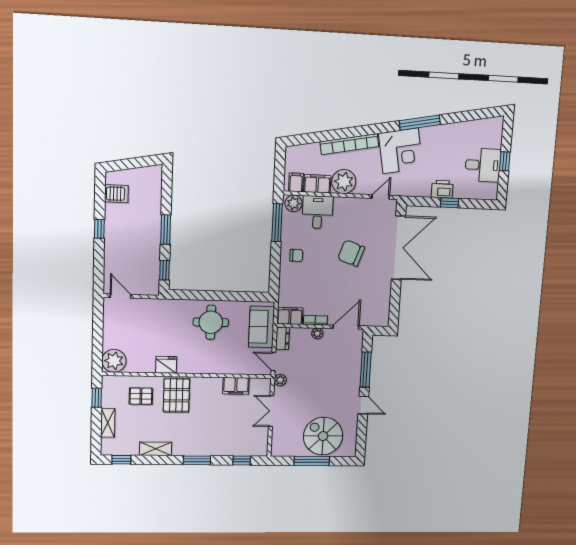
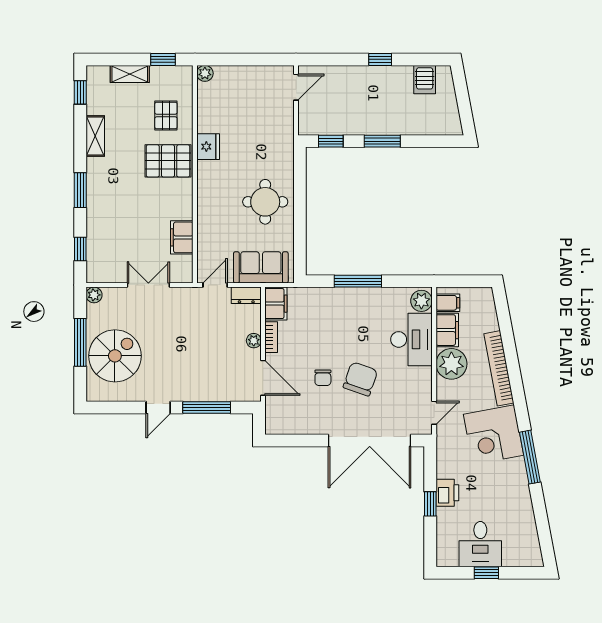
door: (381, 197) -> (434, 413), hinge flipped
desk: (318, 212) -> (411, 339), width x1.37
window: (277, 223) -> (358, 281), moved
chair: (296, 255) -> (323, 378), moved
plant: (114, 361) -> (205, 73), width x0.53, depth x0.53
plant: (280, 380) -> (94, 295), moved

